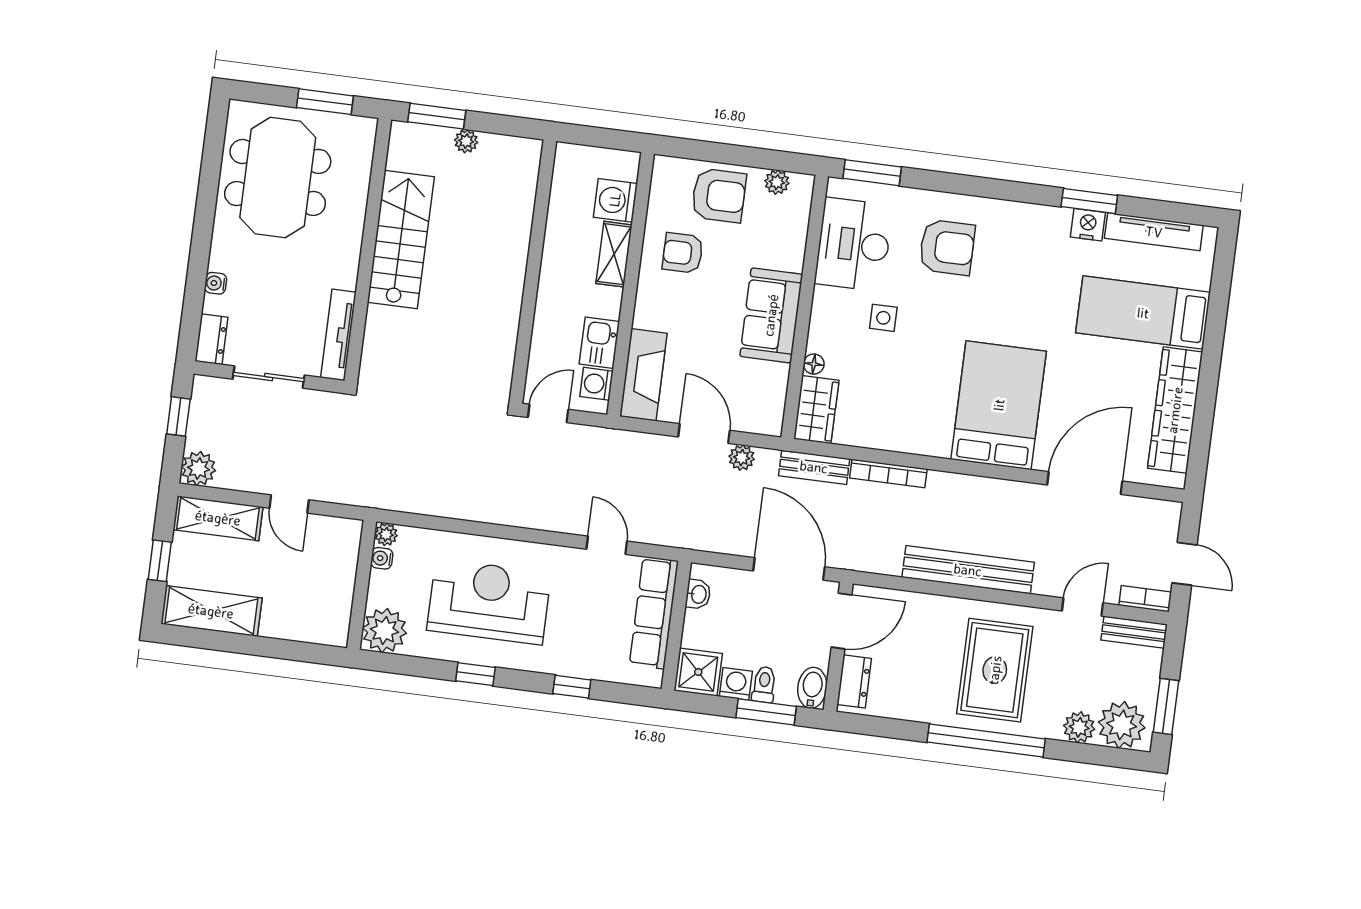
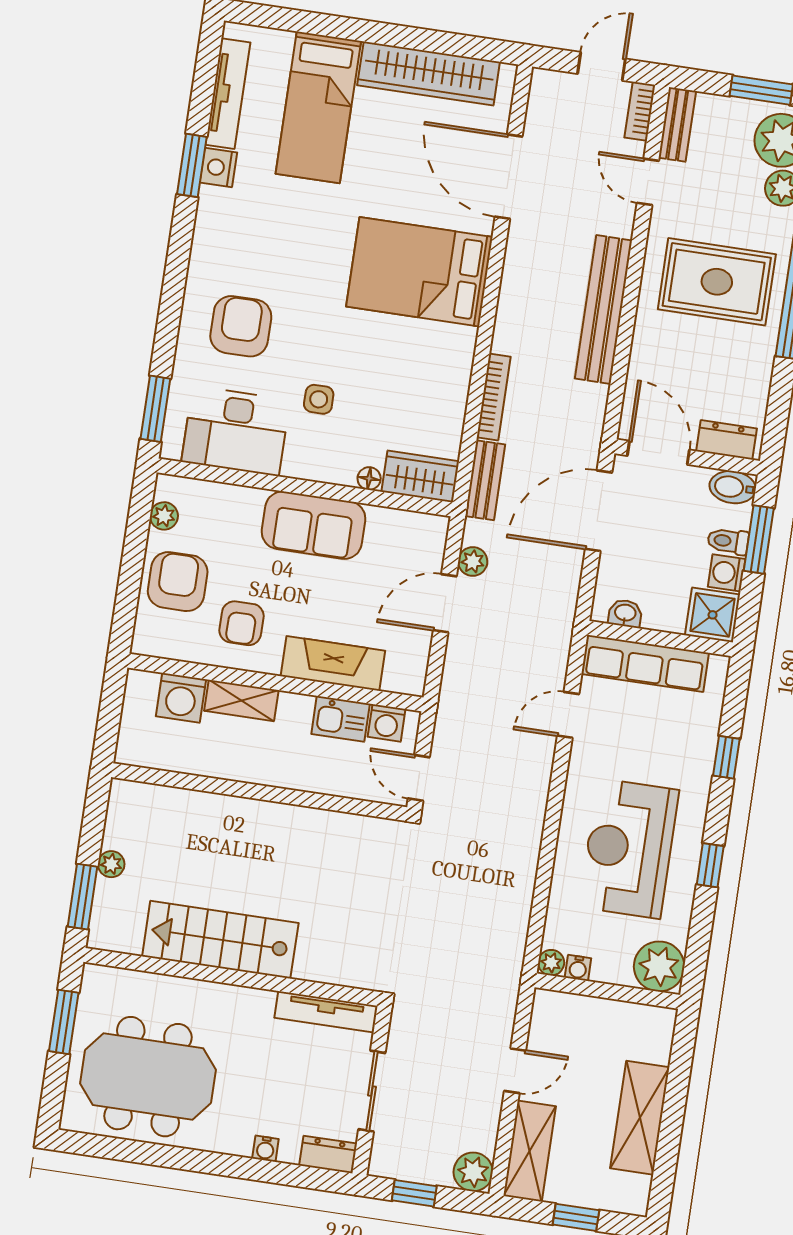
fireplace: (643, 375) -> (333, 663), moved
shelving: (211, 611) -> (640, 1118), moved

